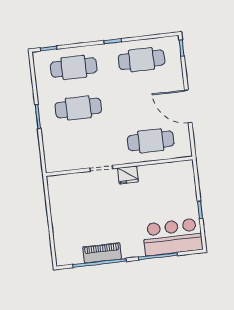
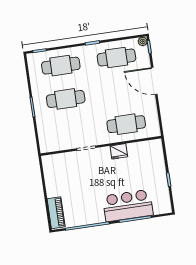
plant: (174, 41) -> (143, 41), added
door: (188, 106) -> (154, 81), moved
fridge: (128, 175) -> (119, 151), moved
bar counter: (173, 237) -> (128, 206), moved
piano: (102, 253) -> (56, 213), moved, turned 90

